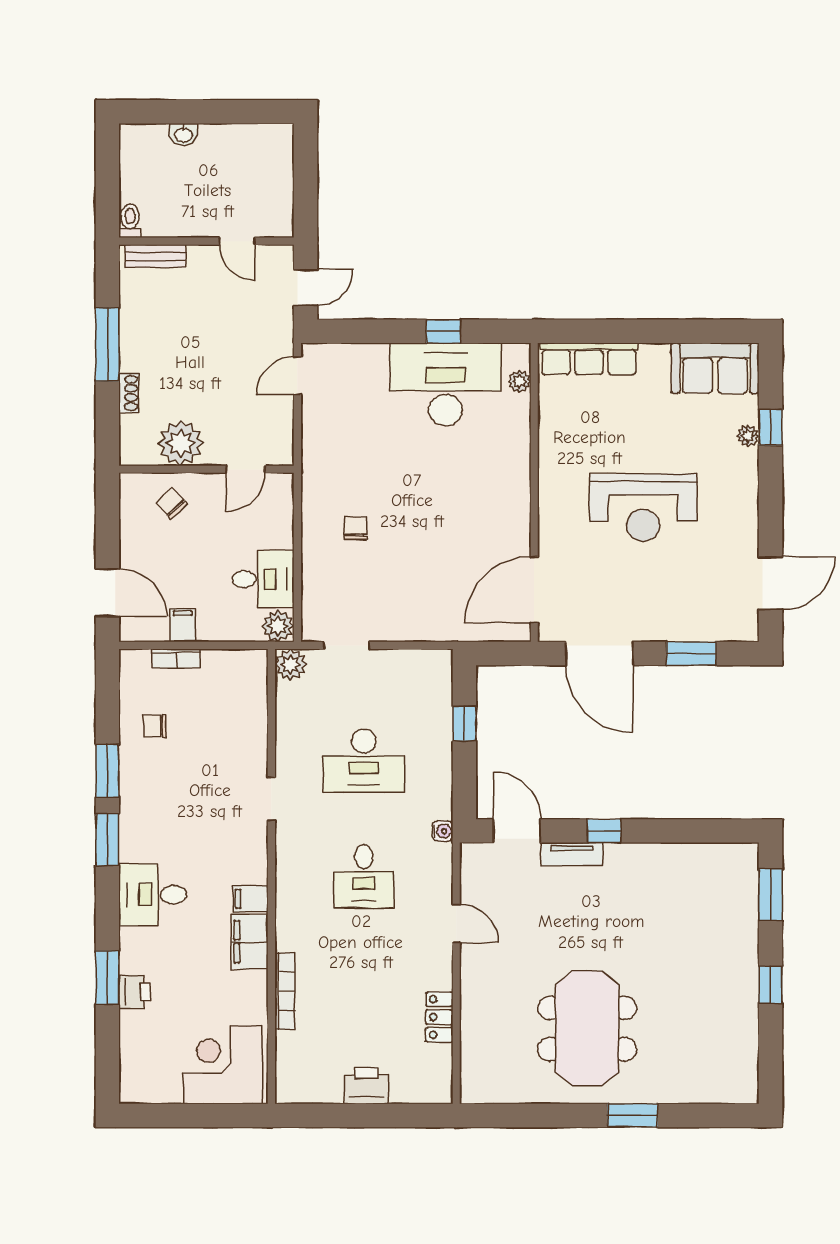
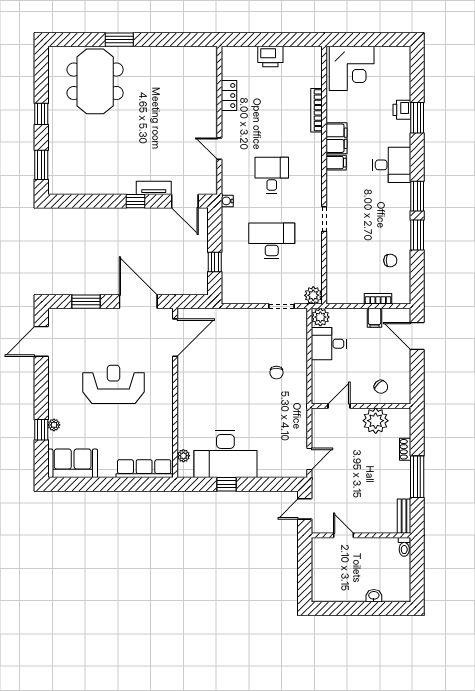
bench: (155, 256) -> (404, 516), moved, turned 90
meeting table: (587, 1028) -> (95, 81), moved

